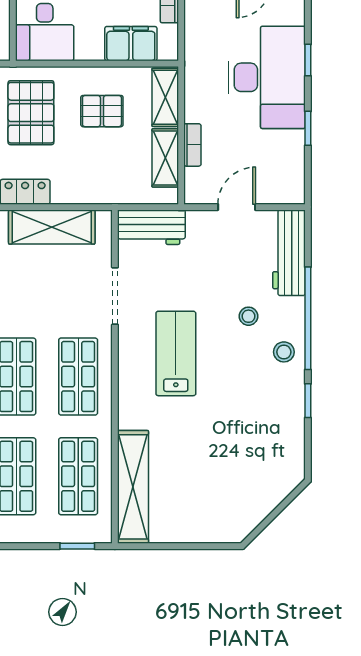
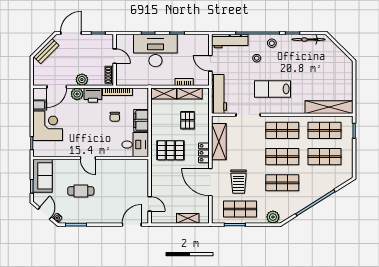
filing cabinet: (131, 44) -> (141, 120), moved
pallet: (102, 111) -> (188, 120), moved
workbench: (151, 227) -> (219, 94), width x1.38
bicycle: (293, 438) -> (308, 39), added

